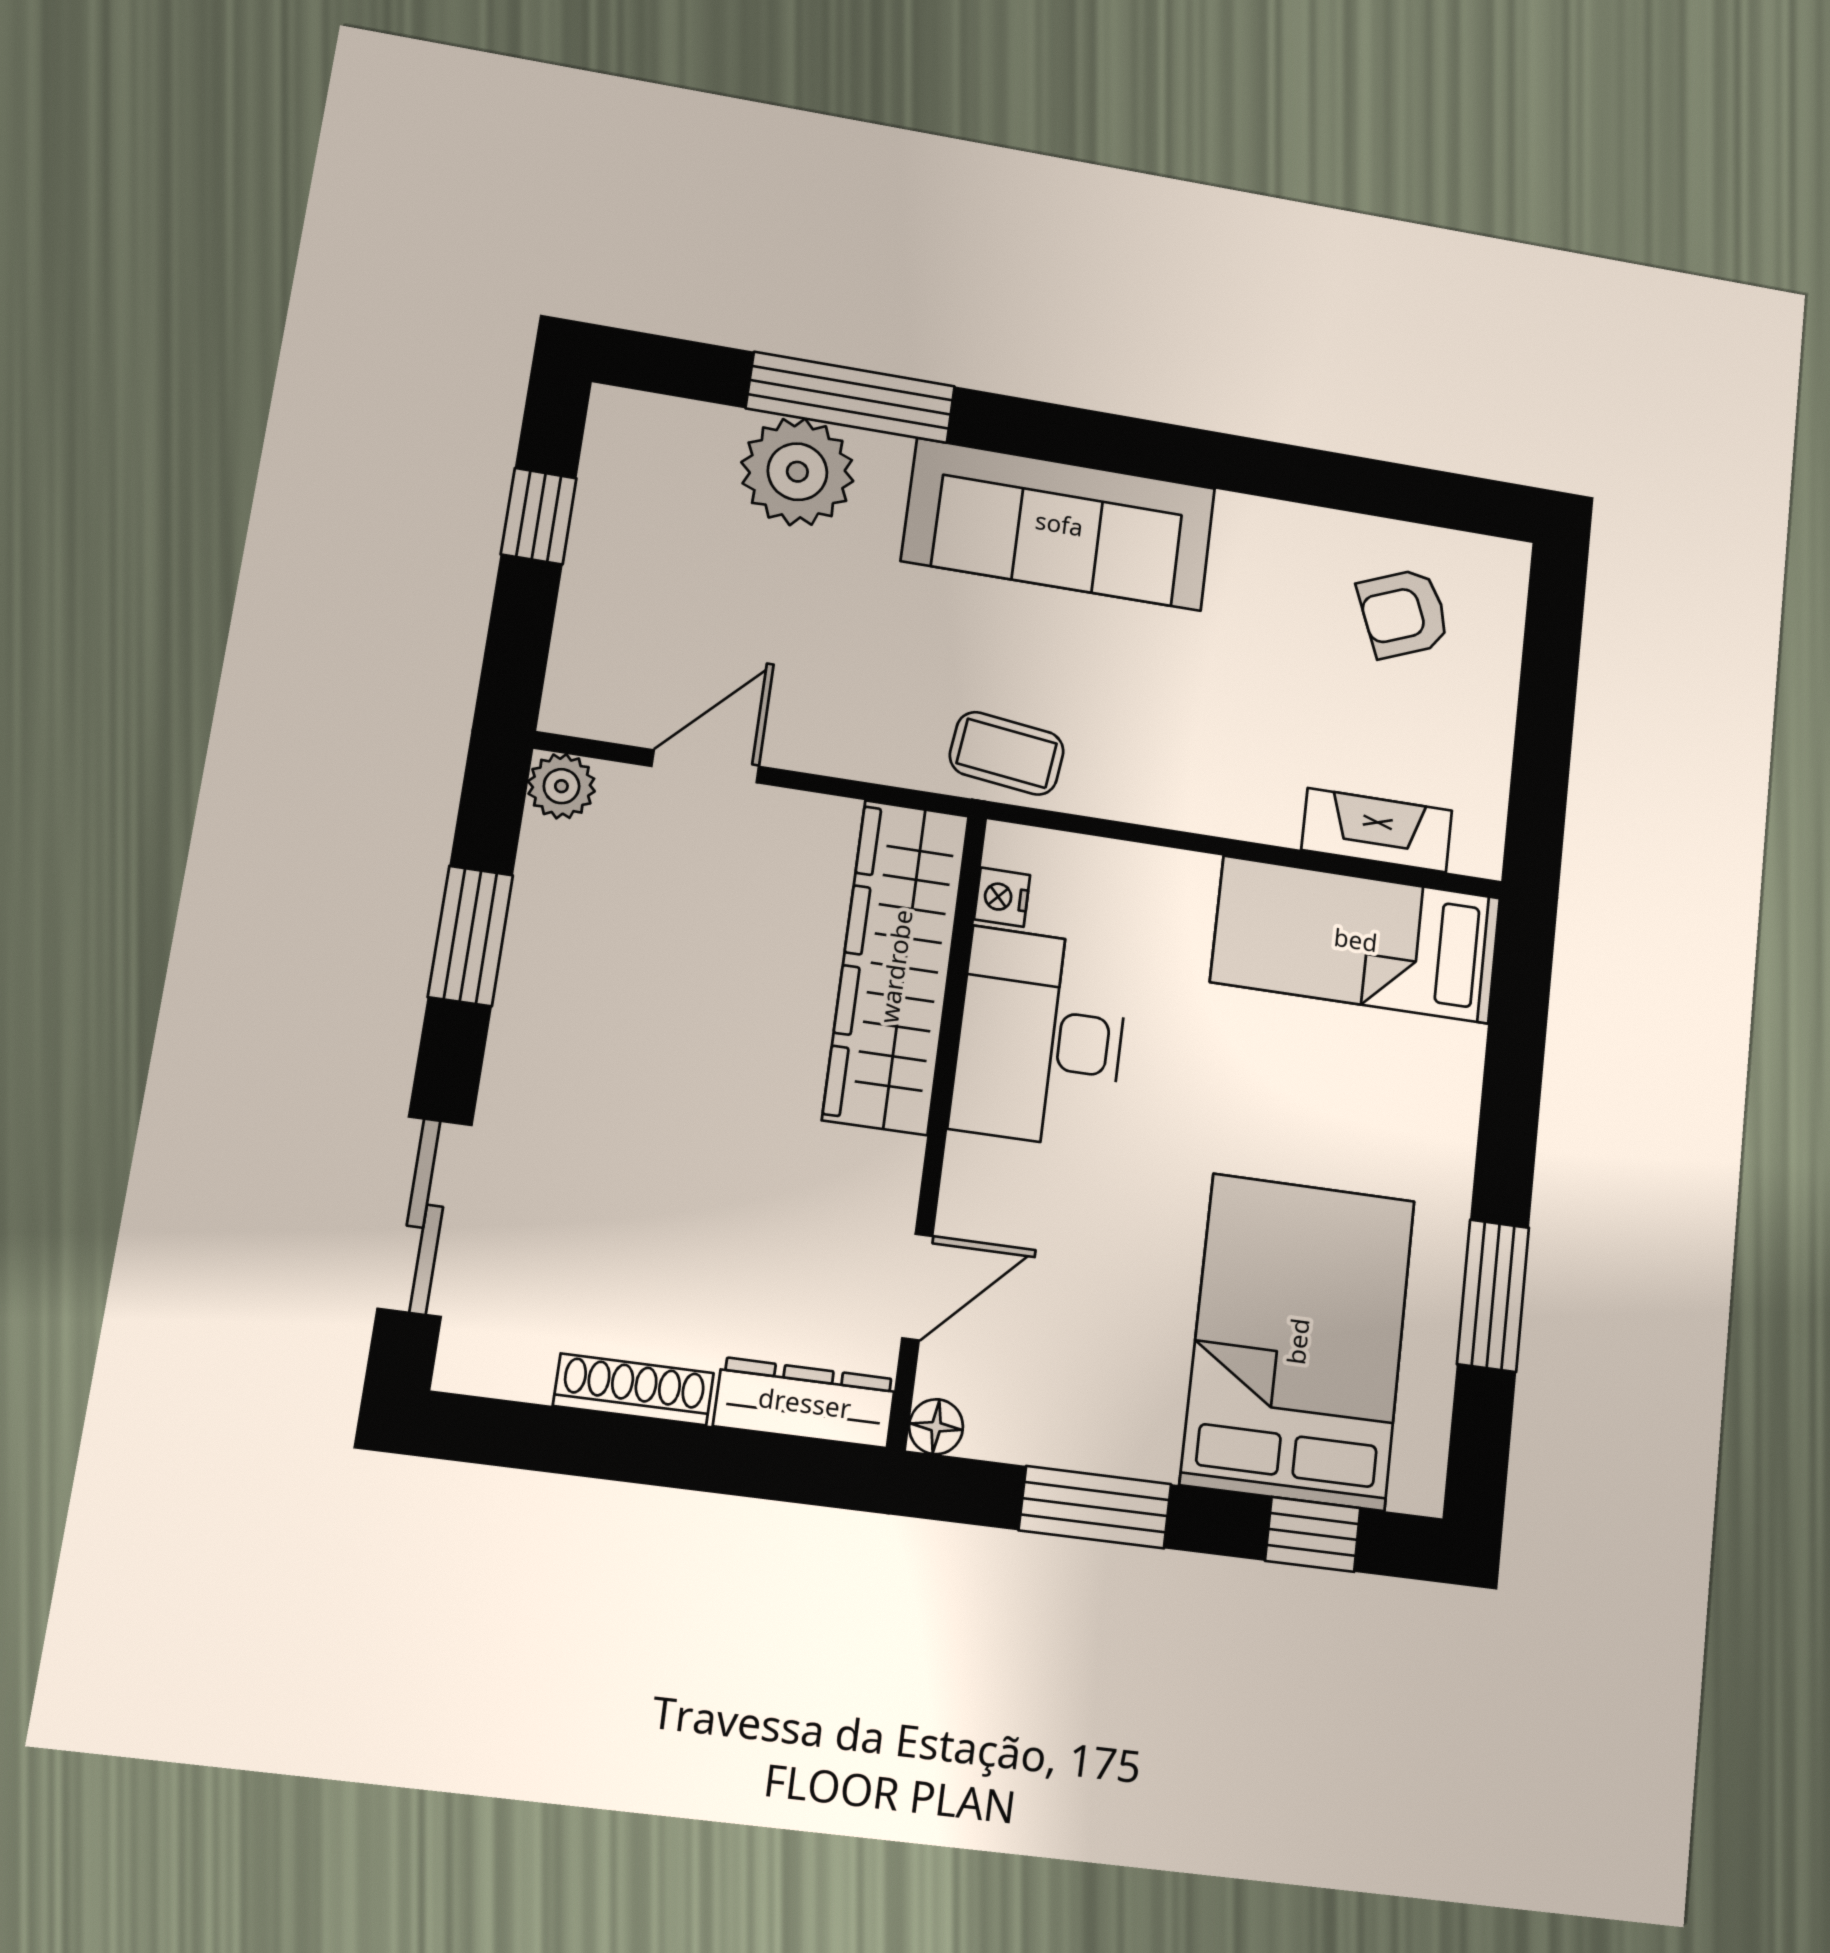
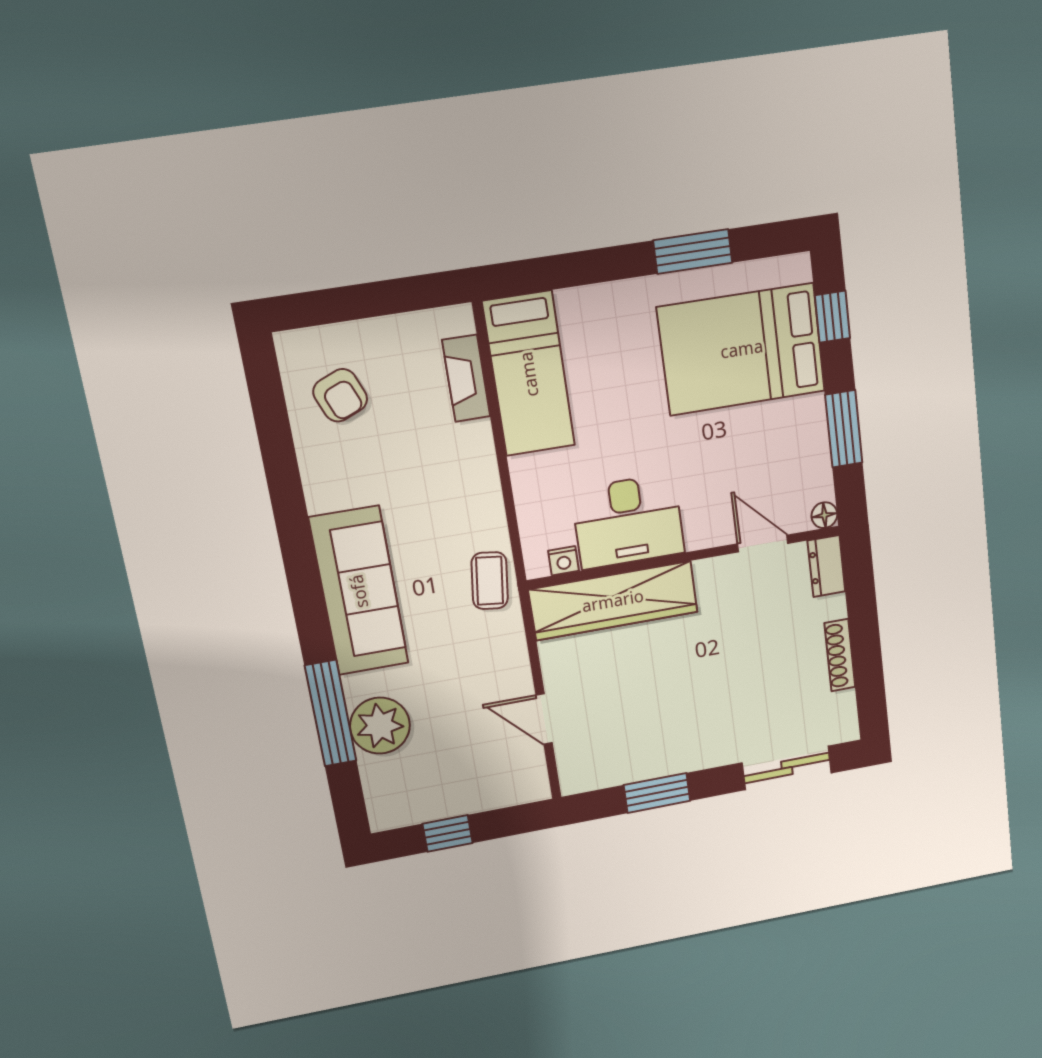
plant: (561, 786) -> (575, 779), removed
dresser: (805, 1403) -> (826, 566), width x0.70

